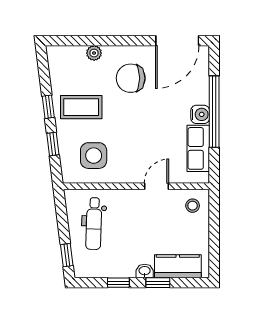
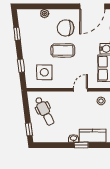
window: (48, 107) -> (17, 34), moved
coffee table: (81, 107) -> (63, 50), moved
dental chair: (94, 224) -> (44, 111), turned -30
window: (118, 283) -> (59, 145), removed

